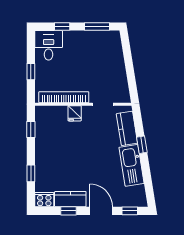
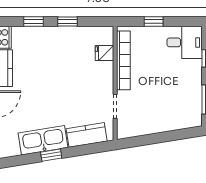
fridge: (75, 113) -> (104, 53), moved
window: (31, 129) -> (68, 21), moved
window: (142, 145) -> (51, 155), moved

